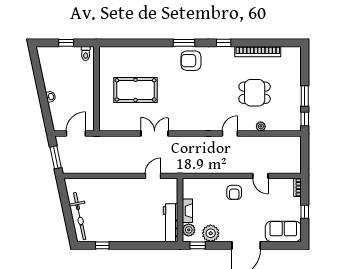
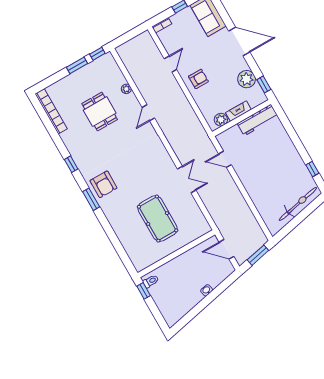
window: (66, 43) -> (144, 291), moved
bookcase: (258, 52) -> (51, 111), moved
double door: (155, 134) -> (187, 180), swing flipped
door: (230, 134) -> (148, 113), hinge flipped
plant: (189, 230) -> (221, 120), moved

